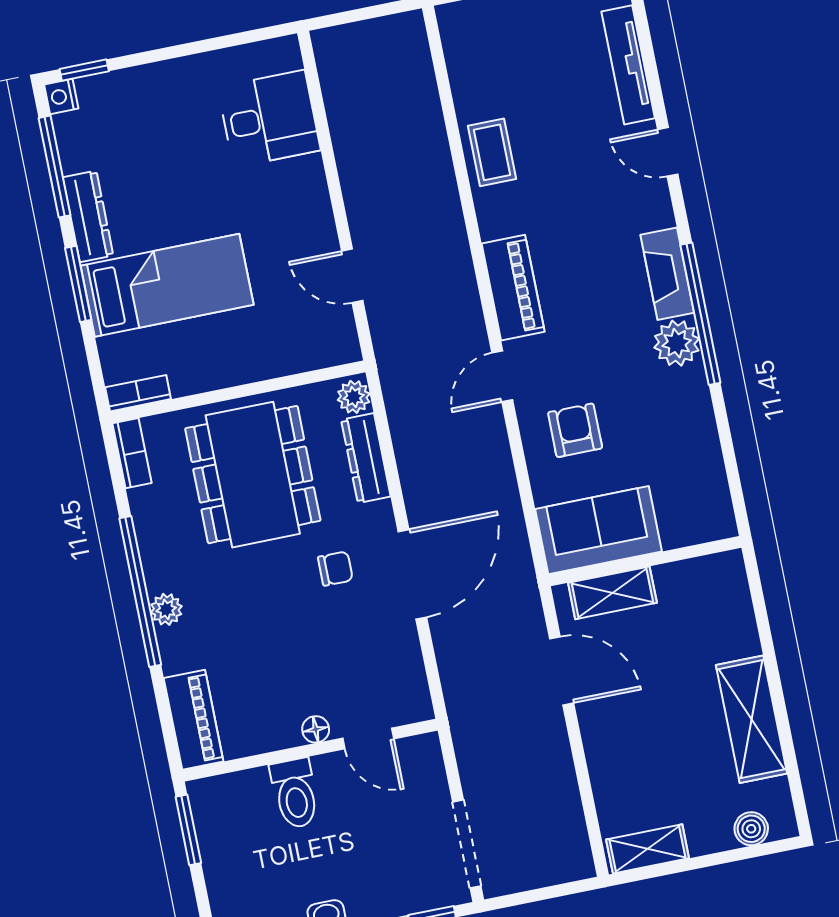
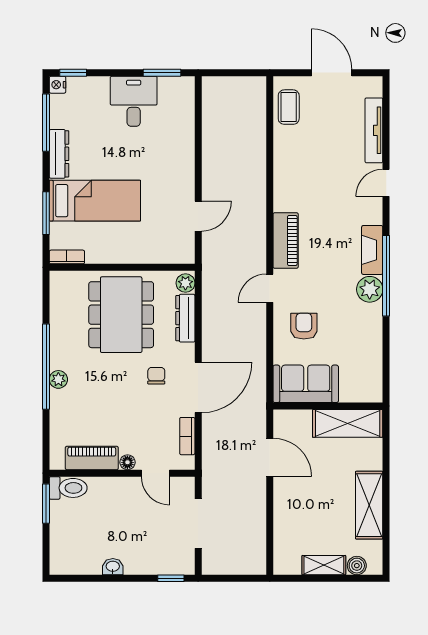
window: (239, 39) -> (162, 73), added
desk: (269, 119) -> (134, 101), moved, turned -90
coffee table: (492, 152) -> (289, 107), moved
door: (668, 152) -> (386, 183), hinge flipped
door: (352, 276) -> (198, 216), swing flipped
window: (78, 284) -> (46, 213), moved
bookcase: (132, 453) -> (187, 436), moved, turned 180
chair: (335, 569) -> (156, 376), turned -90
shelving: (612, 593) -> (348, 423), moved, width x1.50, depth x1.33
piano: (194, 720) -> (92, 458), moved, turned -90
toilet: (295, 793) -> (68, 488), moved, turned -90
doorway: (467, 844) -> (198, 524), moved
shelving: (648, 849) -> (324, 565), moved

